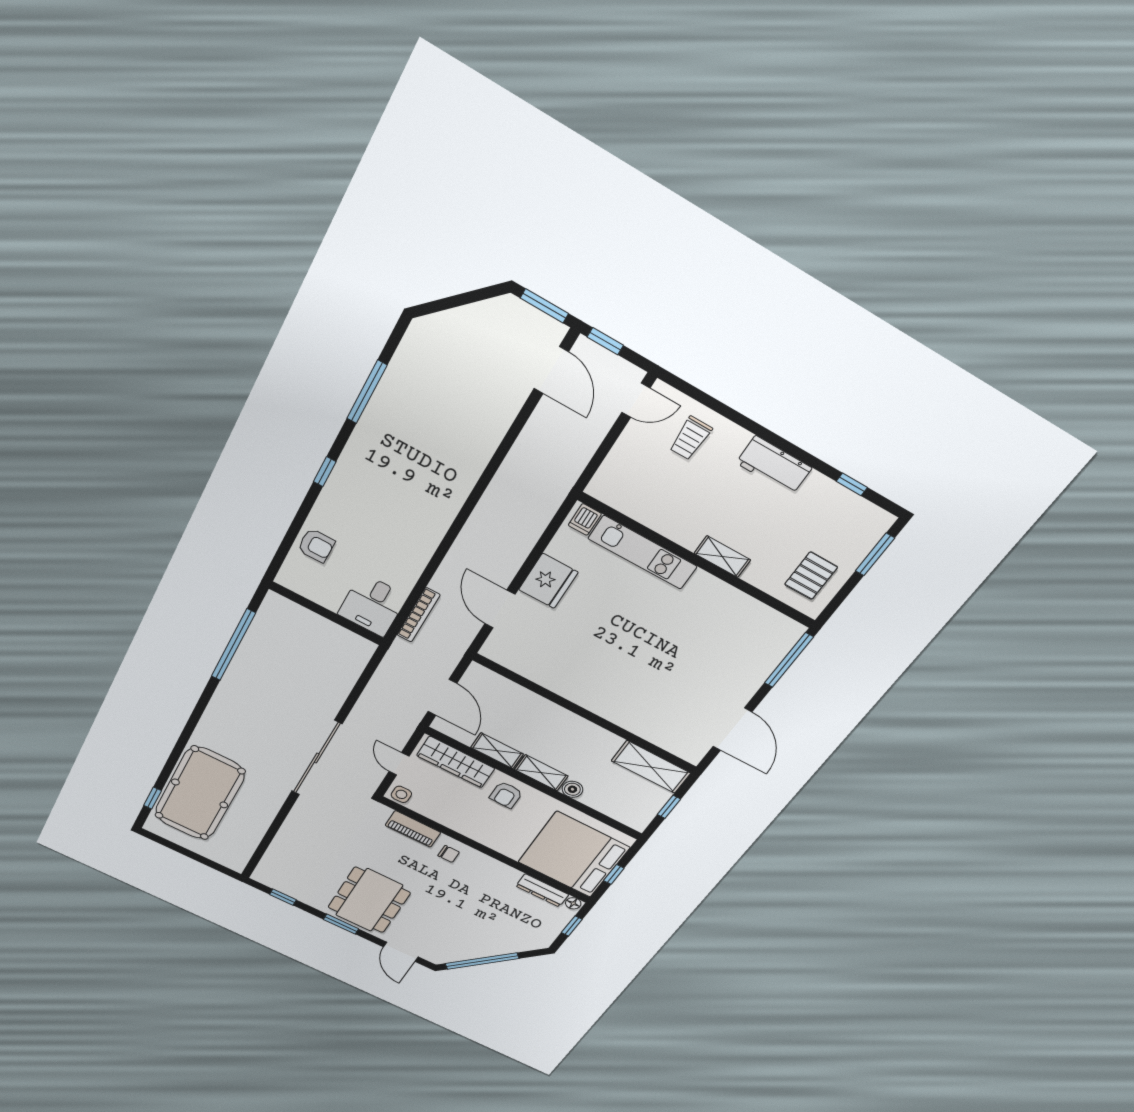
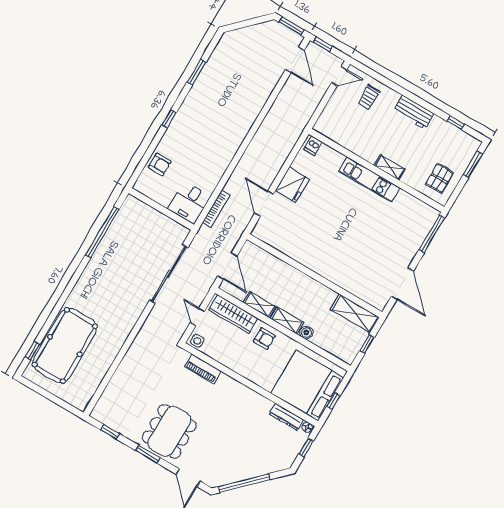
window: (367, 392) -> (196, 72), width x0.69
kitchen unit: (643, 552) -> (369, 180), moved
sliding door: (317, 758) -> (169, 274), moved
armchair: (506, 795) -> (264, 339), turned -90
chair: (449, 854) -> (225, 389), removed

